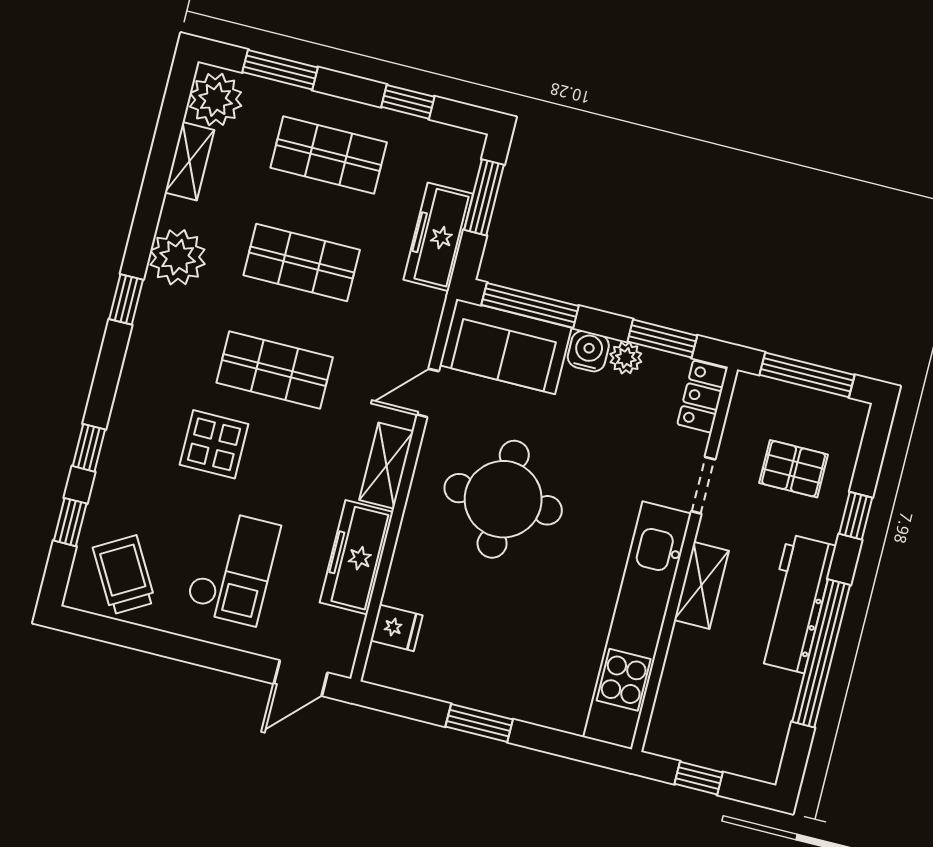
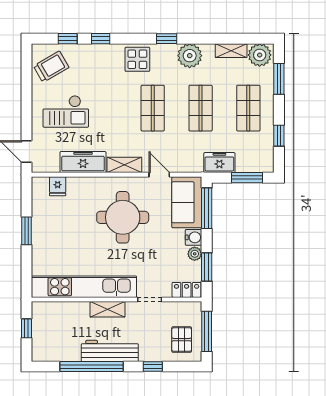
freezer: (438, 237) -> (219, 163), width x0.71
display table: (214, 444) -> (137, 59), moved
pallet: (794, 469) -> (182, 340), moved

